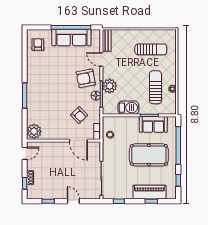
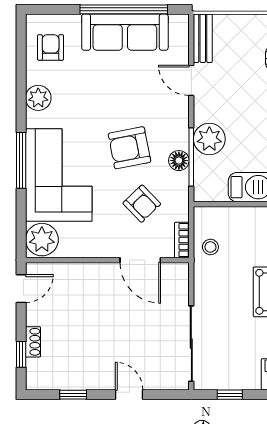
plant: (32, 67) -> (38, 98), added
armchair: (86, 78) -> (129, 148), moved
corner sofa: (42, 102) -> (59, 175), added

